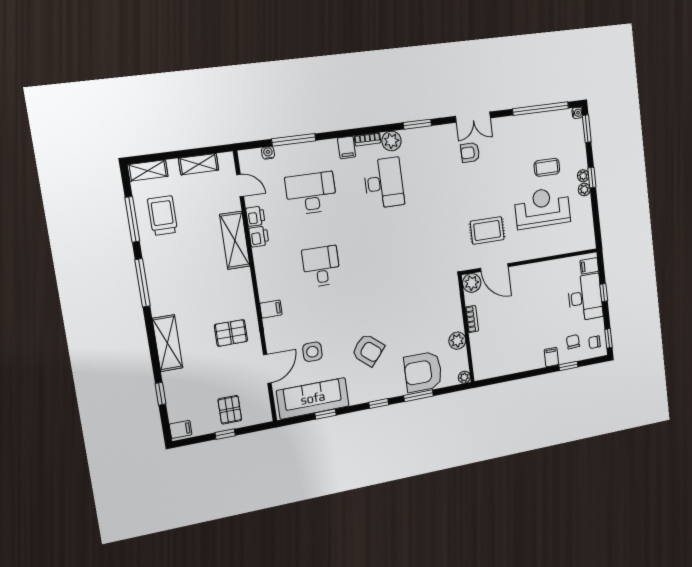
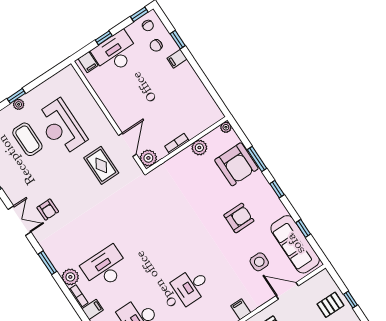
coffee table: (547, 167) -> (27, 139), width x1.36, depth x1.30
plant: (584, 190) -> (29, 98), removed
armchair: (368, 350) -> (239, 218), turned 50

